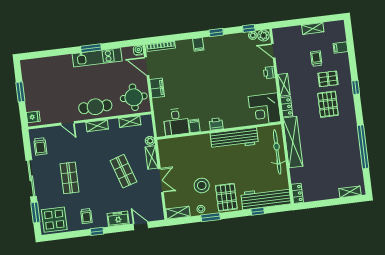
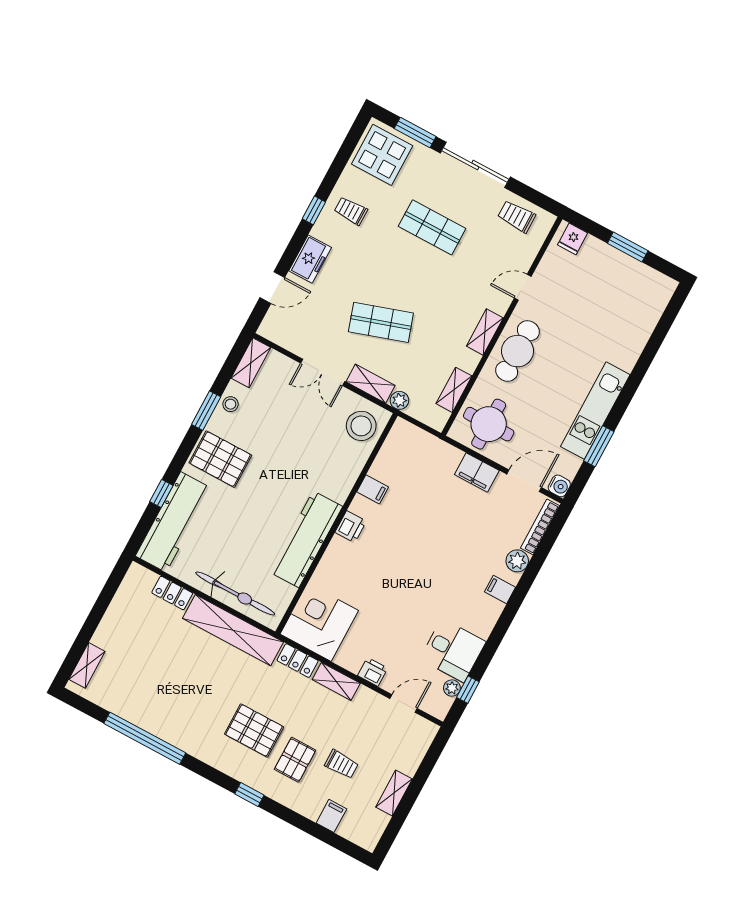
window: (216, 32) -> (499, 632), removed
plant: (263, 35) -> (517, 561), moved
window: (91, 48) -> (599, 446), moved
desk: (176, 122) -> (453, 650), moved, turned 180
stool: (202, 185) -> (361, 426), moved
locker: (297, 193) -> (172, 593), moved

